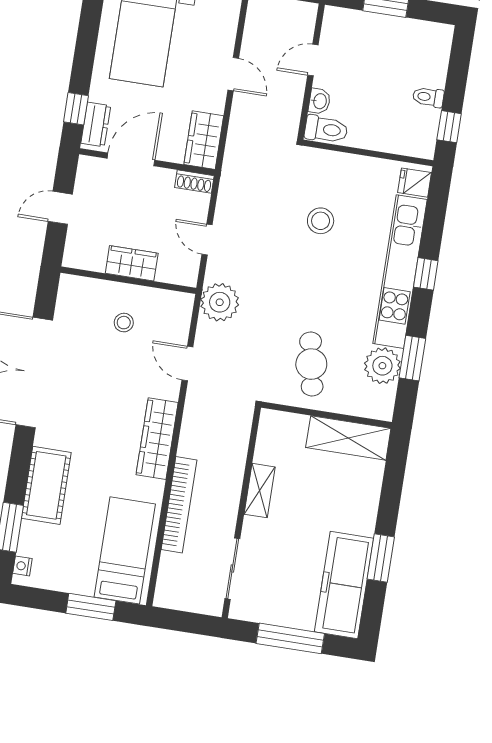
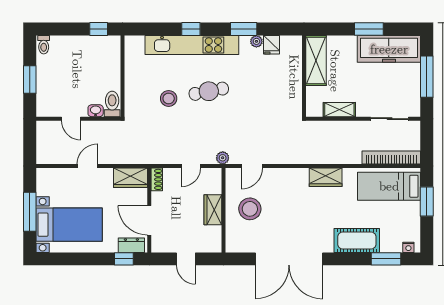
toilet: (428, 97) -> (44, 45), moved
fridge: (415, 183) -> (272, 45), moved
plant: (220, 302) -> (223, 158), width x0.53, depth x0.53
stool: (124, 323) -> (250, 209), width x1.89, depth x1.89
door: (187, 363) -> (252, 166), moved
cafe table: (311, 364) -> (209, 91), moved
plant: (382, 366) -> (256, 41), width x0.53, depth x0.53
wall: (326, 415) -> (304, 76), moved
shelving: (348, 438) -> (316, 60), moved
wardrobe: (157, 439) -> (326, 177), width x0.67
bookcase: (179, 505) -> (391, 158), moved

